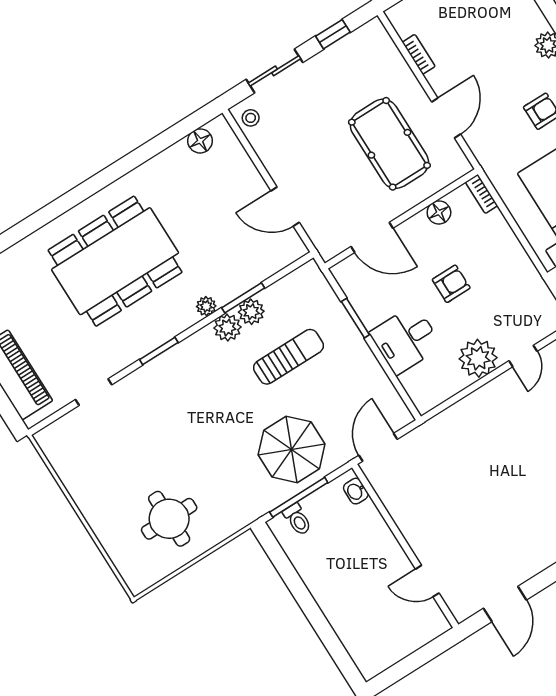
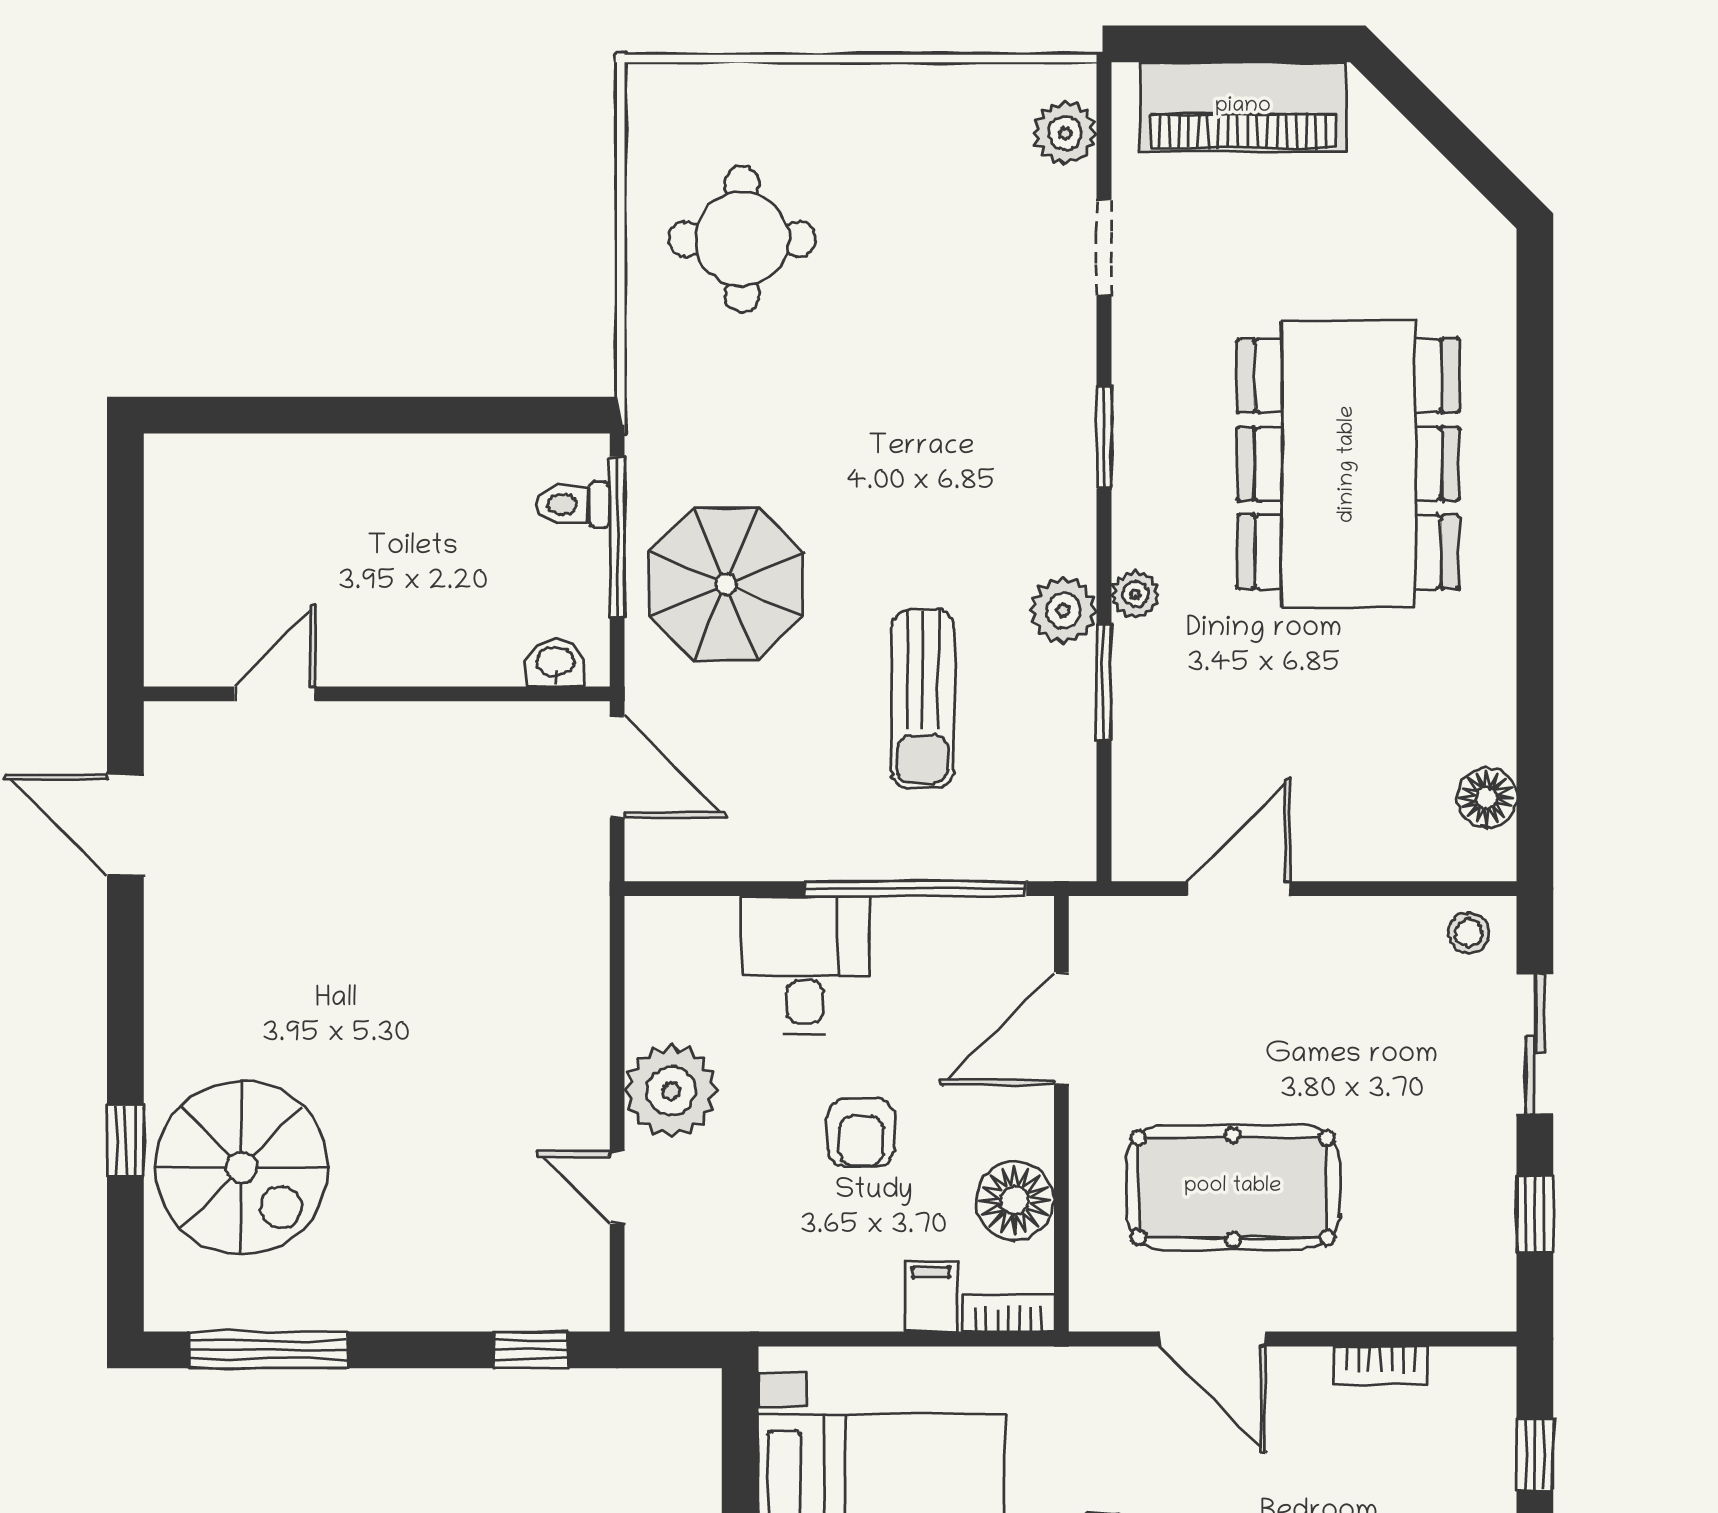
floor lamp: (439, 212) -> (1015, 1201), width x1.38, depth x1.38
filing cabinet: (493, 224) -> (931, 1297), added
plant: (251, 312) -> (1065, 133), moved
window: (355, 318) -> (915, 889), width x2.11

